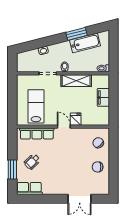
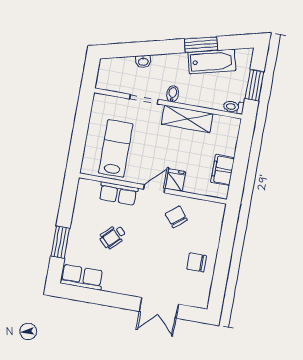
window: (113, 53) -> (254, 85), added
filing cabinet: (103, 97) -> (223, 170), moved
door: (64, 127) -> (154, 189), hinge flipped
row of seats: (37, 133) -> (118, 193), width x0.68
chair: (98, 143) -> (176, 217), moved
wheelchair: (32, 162) -> (113, 237), moved

